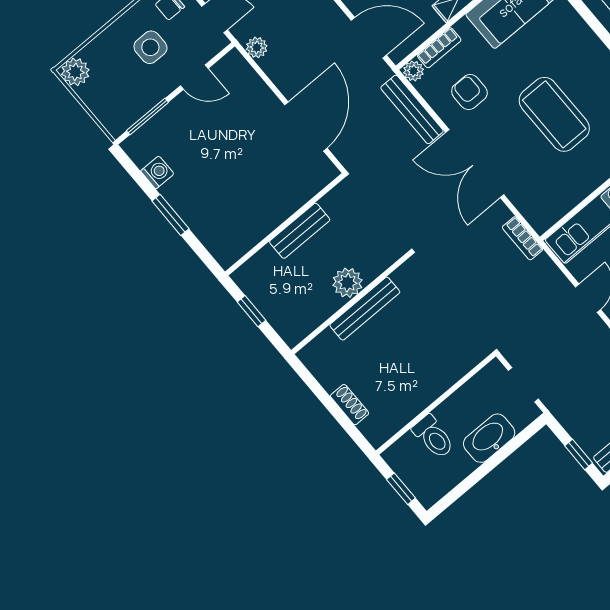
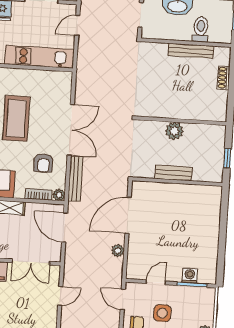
plant: (257, 47) -> (118, 251), moved
door: (194, 77) -> (156, 282), hinge flipped
washing machine: (157, 172) -> (190, 276), moved, turned 90
window: (170, 215) -> (223, 233), removed
bookcase: (523, 238) -> (81, 78), removed
bench: (365, 309) -> (191, 51), moved

